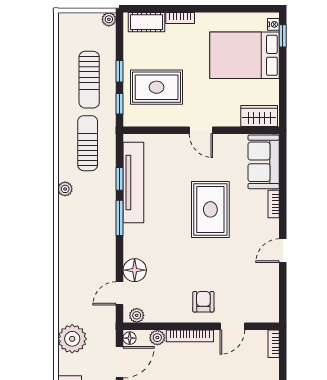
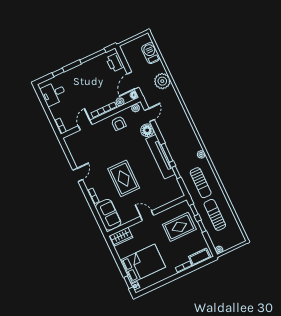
tv unit: (133, 183) -> (160, 157), moved
armchair: (203, 302) -> (119, 123), moved

